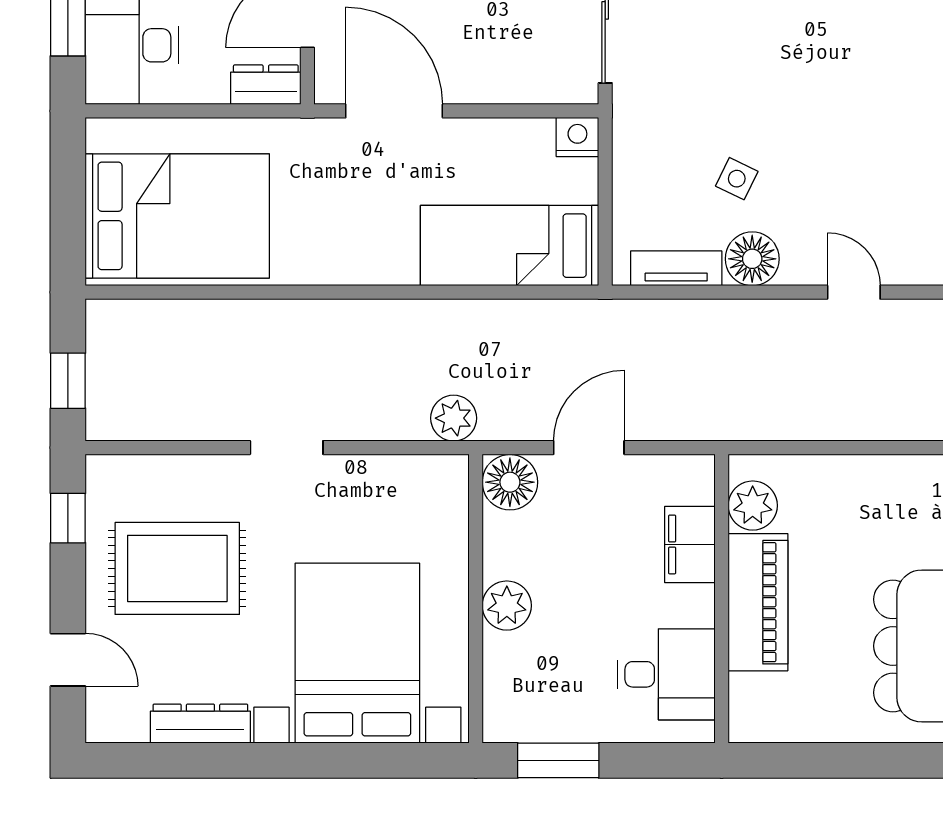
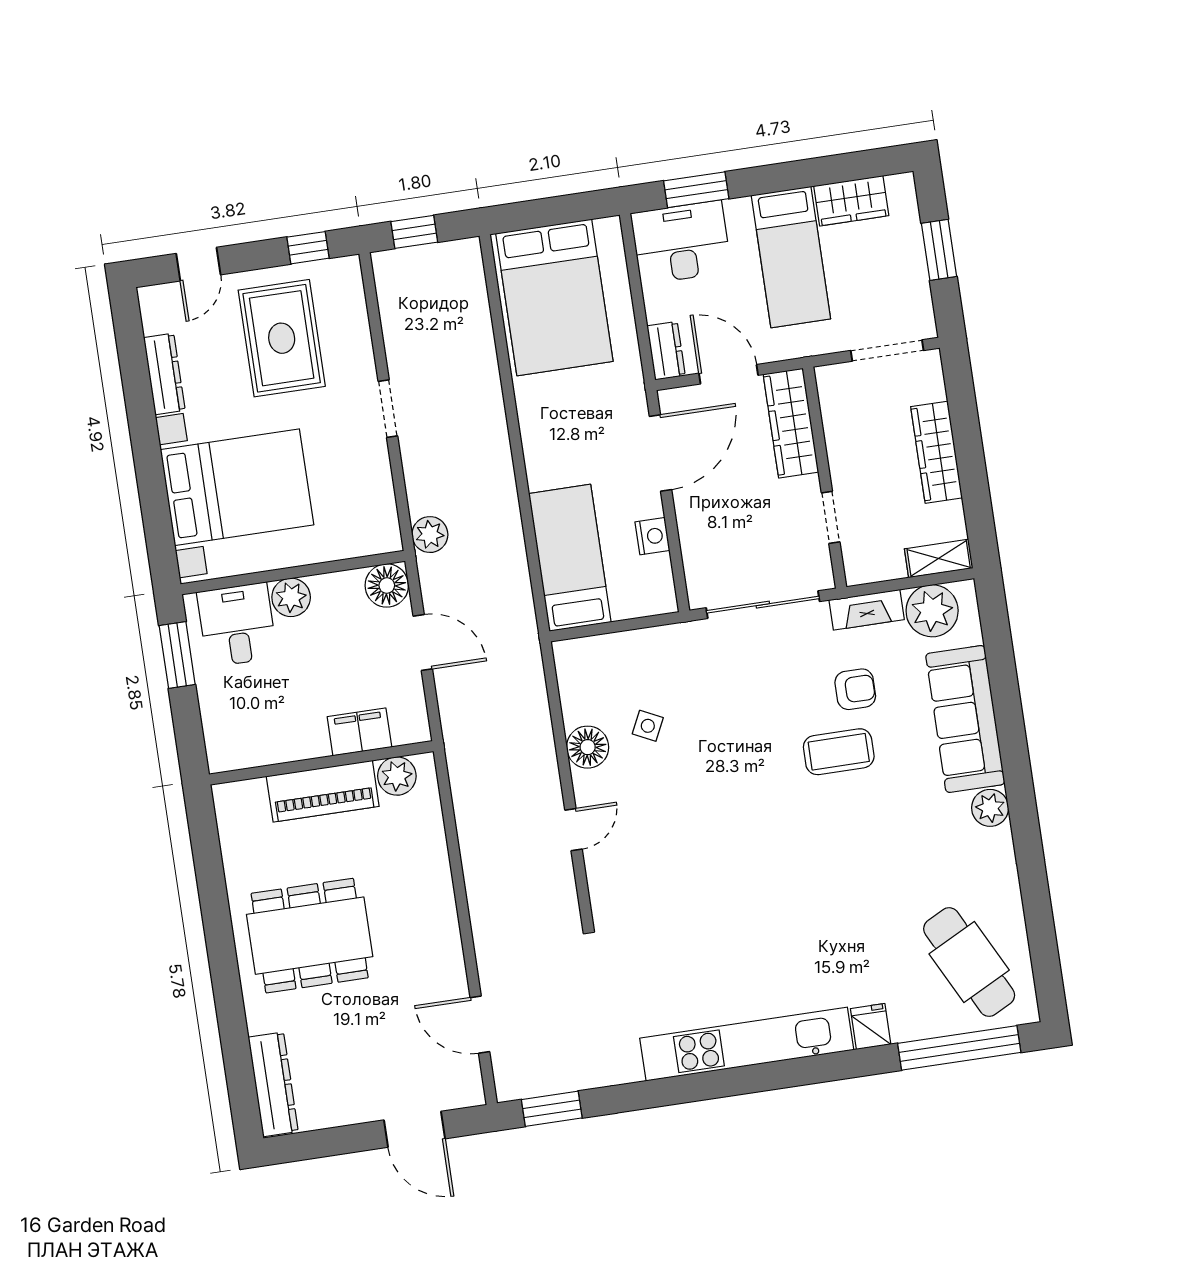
nightstand: (577, 137) -> (652, 536), moved
tv unit: (676, 268) -> (571, 689), removed
desk: (666, 674) -> (237, 625), moved, turned 180

